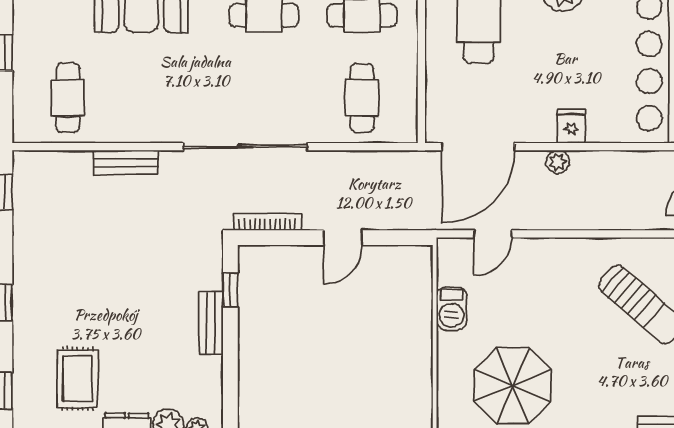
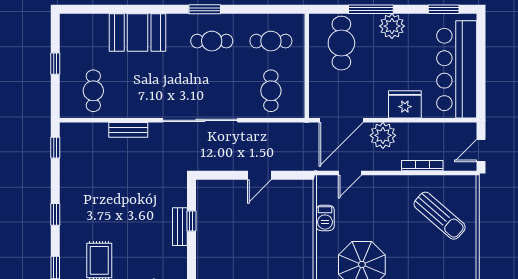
fridge: (571, 126) -> (405, 104), width x1.88, depth x1.34
plant: (558, 162) -> (383, 135), width x1.88, depth x1.88
bookcase: (267, 222) -> (422, 166), moved
window: (230, 290) -> (191, 221), moved

